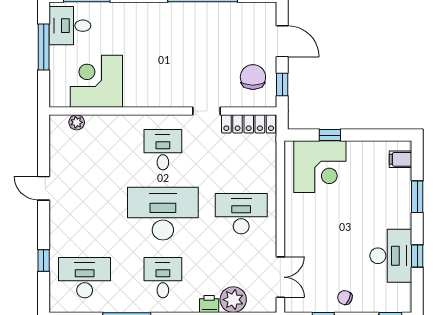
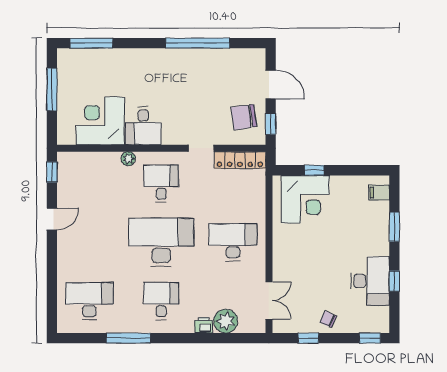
desk: (70, 26) -> (143, 126), moved, turned -90
chair: (253, 77) -> (244, 117), turned -98
plant: (77, 122) -> (128, 159), moved
door: (44, 188) -> (52, 219), swing flipped
window: (44, 261) -> (52, 172), moved

